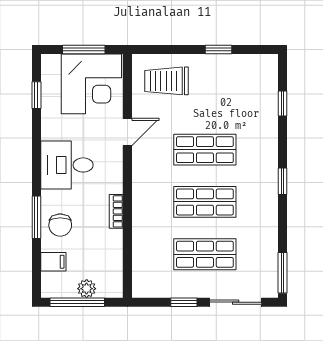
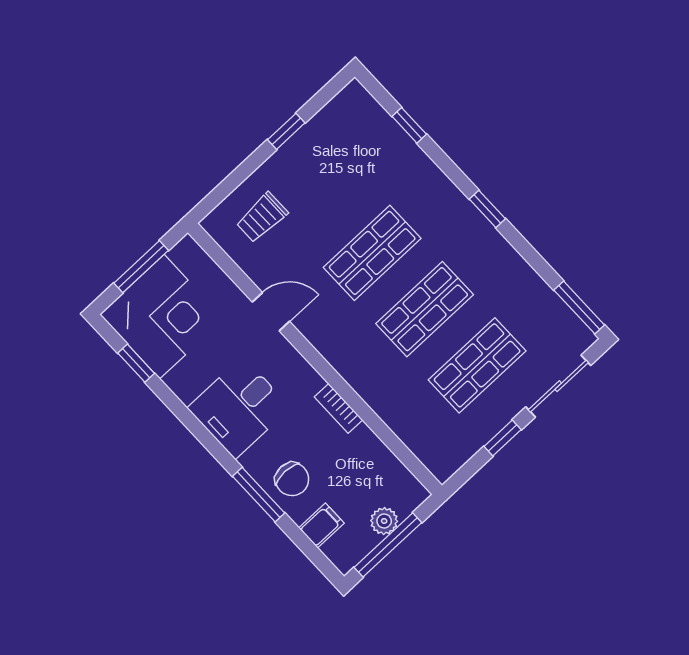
trolley: (167, 81) -> (262, 217), width x0.73, depth x0.72
corner desk: (91, 84) -> (162, 317), moved
door: (127, 132) -> (271, 312), hinge flipped

